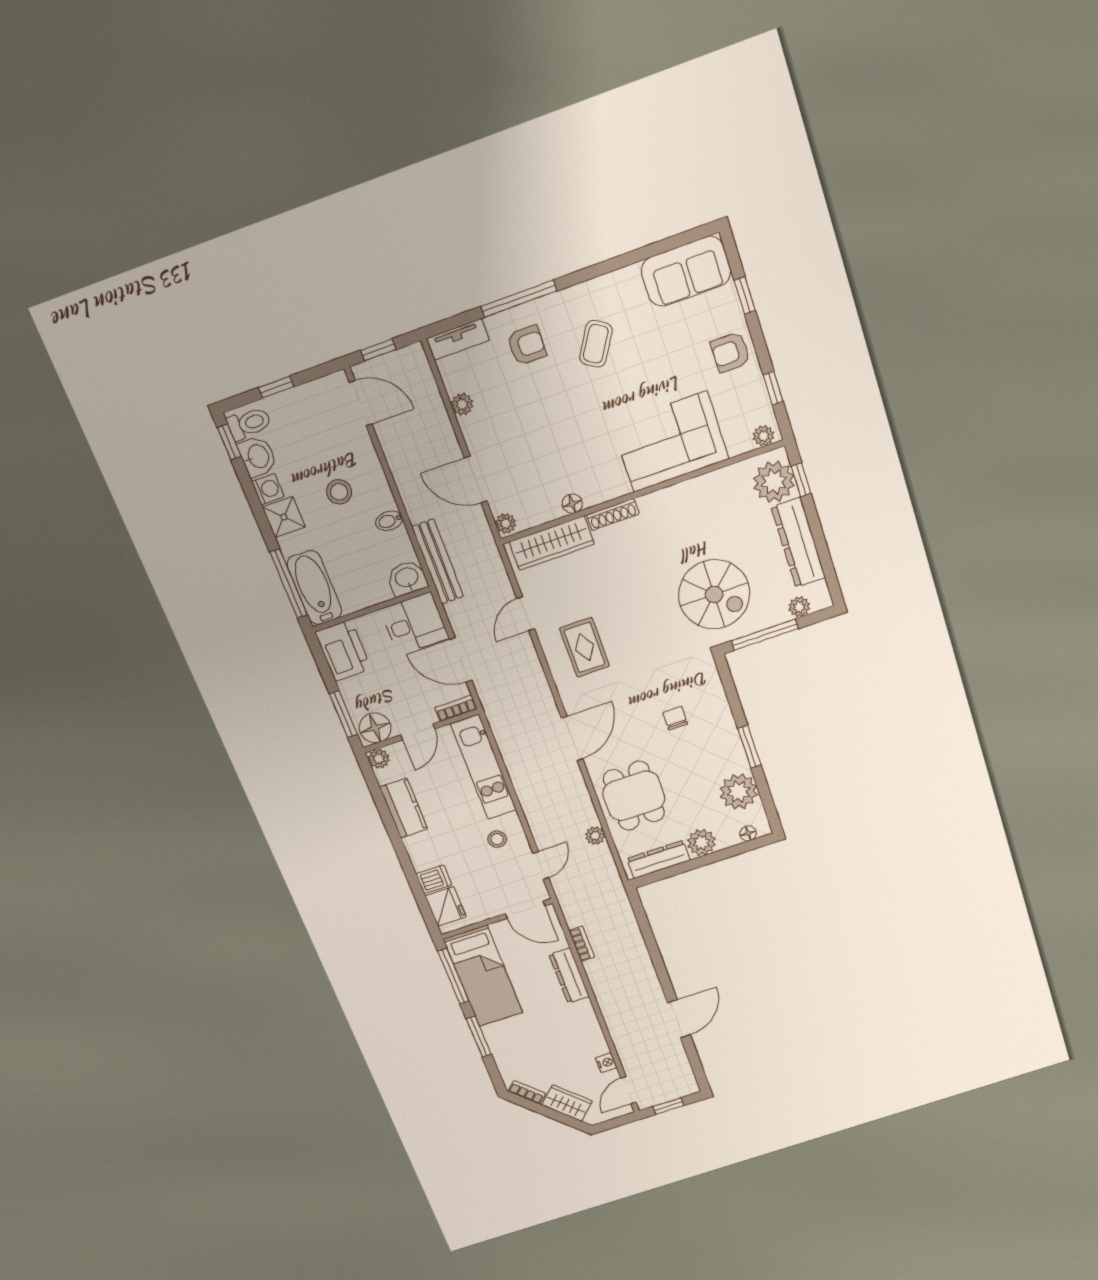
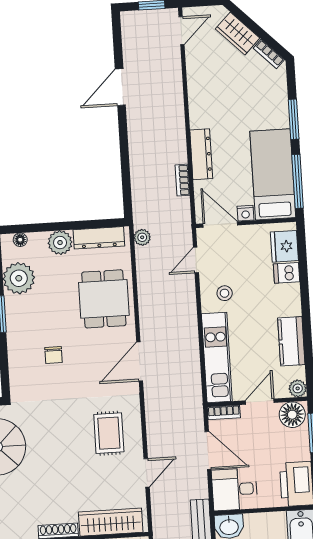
plant: (595, 836) -> (142, 237), moved
nightstand: (606, 1063) -> (245, 213), moved, turned -90

